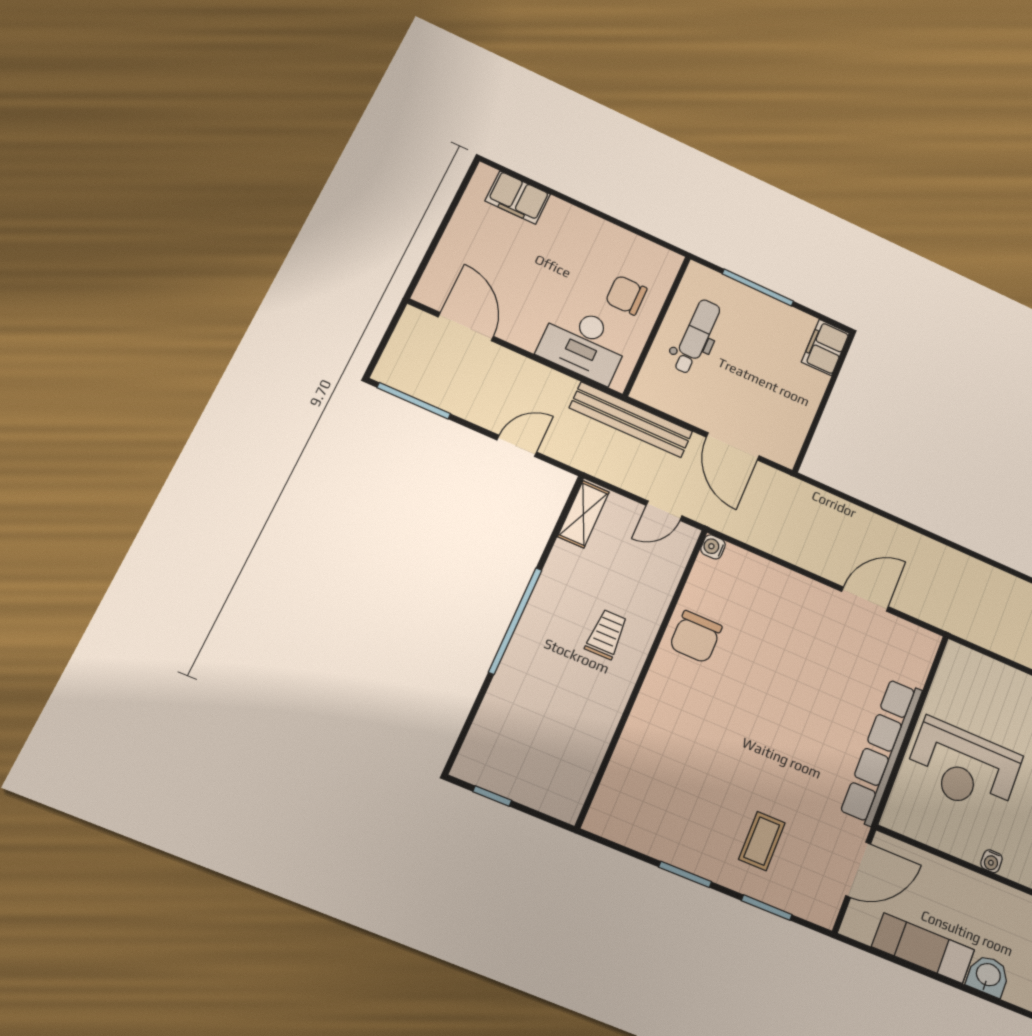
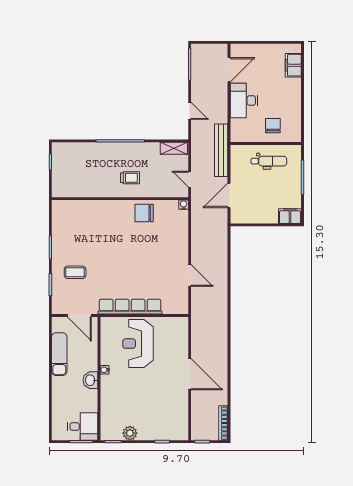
desk: (584, 344) -> (244, 100), moved
washbasin: (988, 976) -> (90, 380), moved, turned 180

